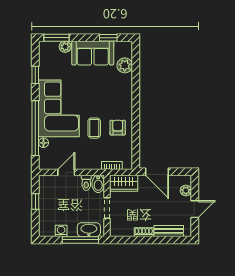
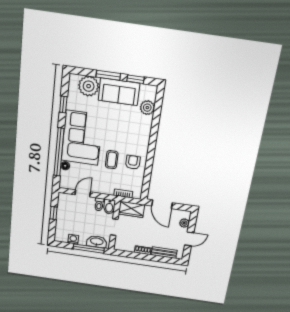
window: (57, 38) -> (108, 75), moved
plant: (65, 47) -> (89, 86), width x1.87, depth x1.87

